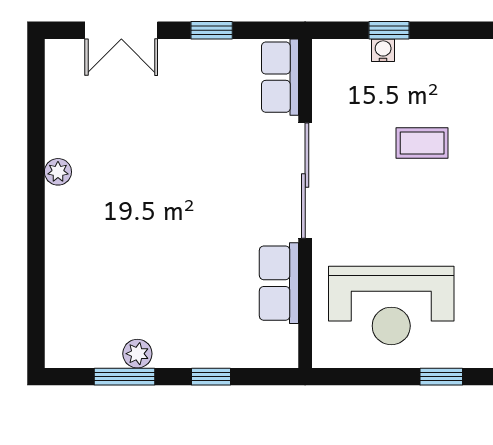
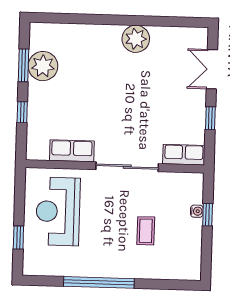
plant: (58, 172) -> (136, 39), width x1.87, depth x1.87
plant: (137, 354) -> (43, 66), width x1.87, depth x1.87

